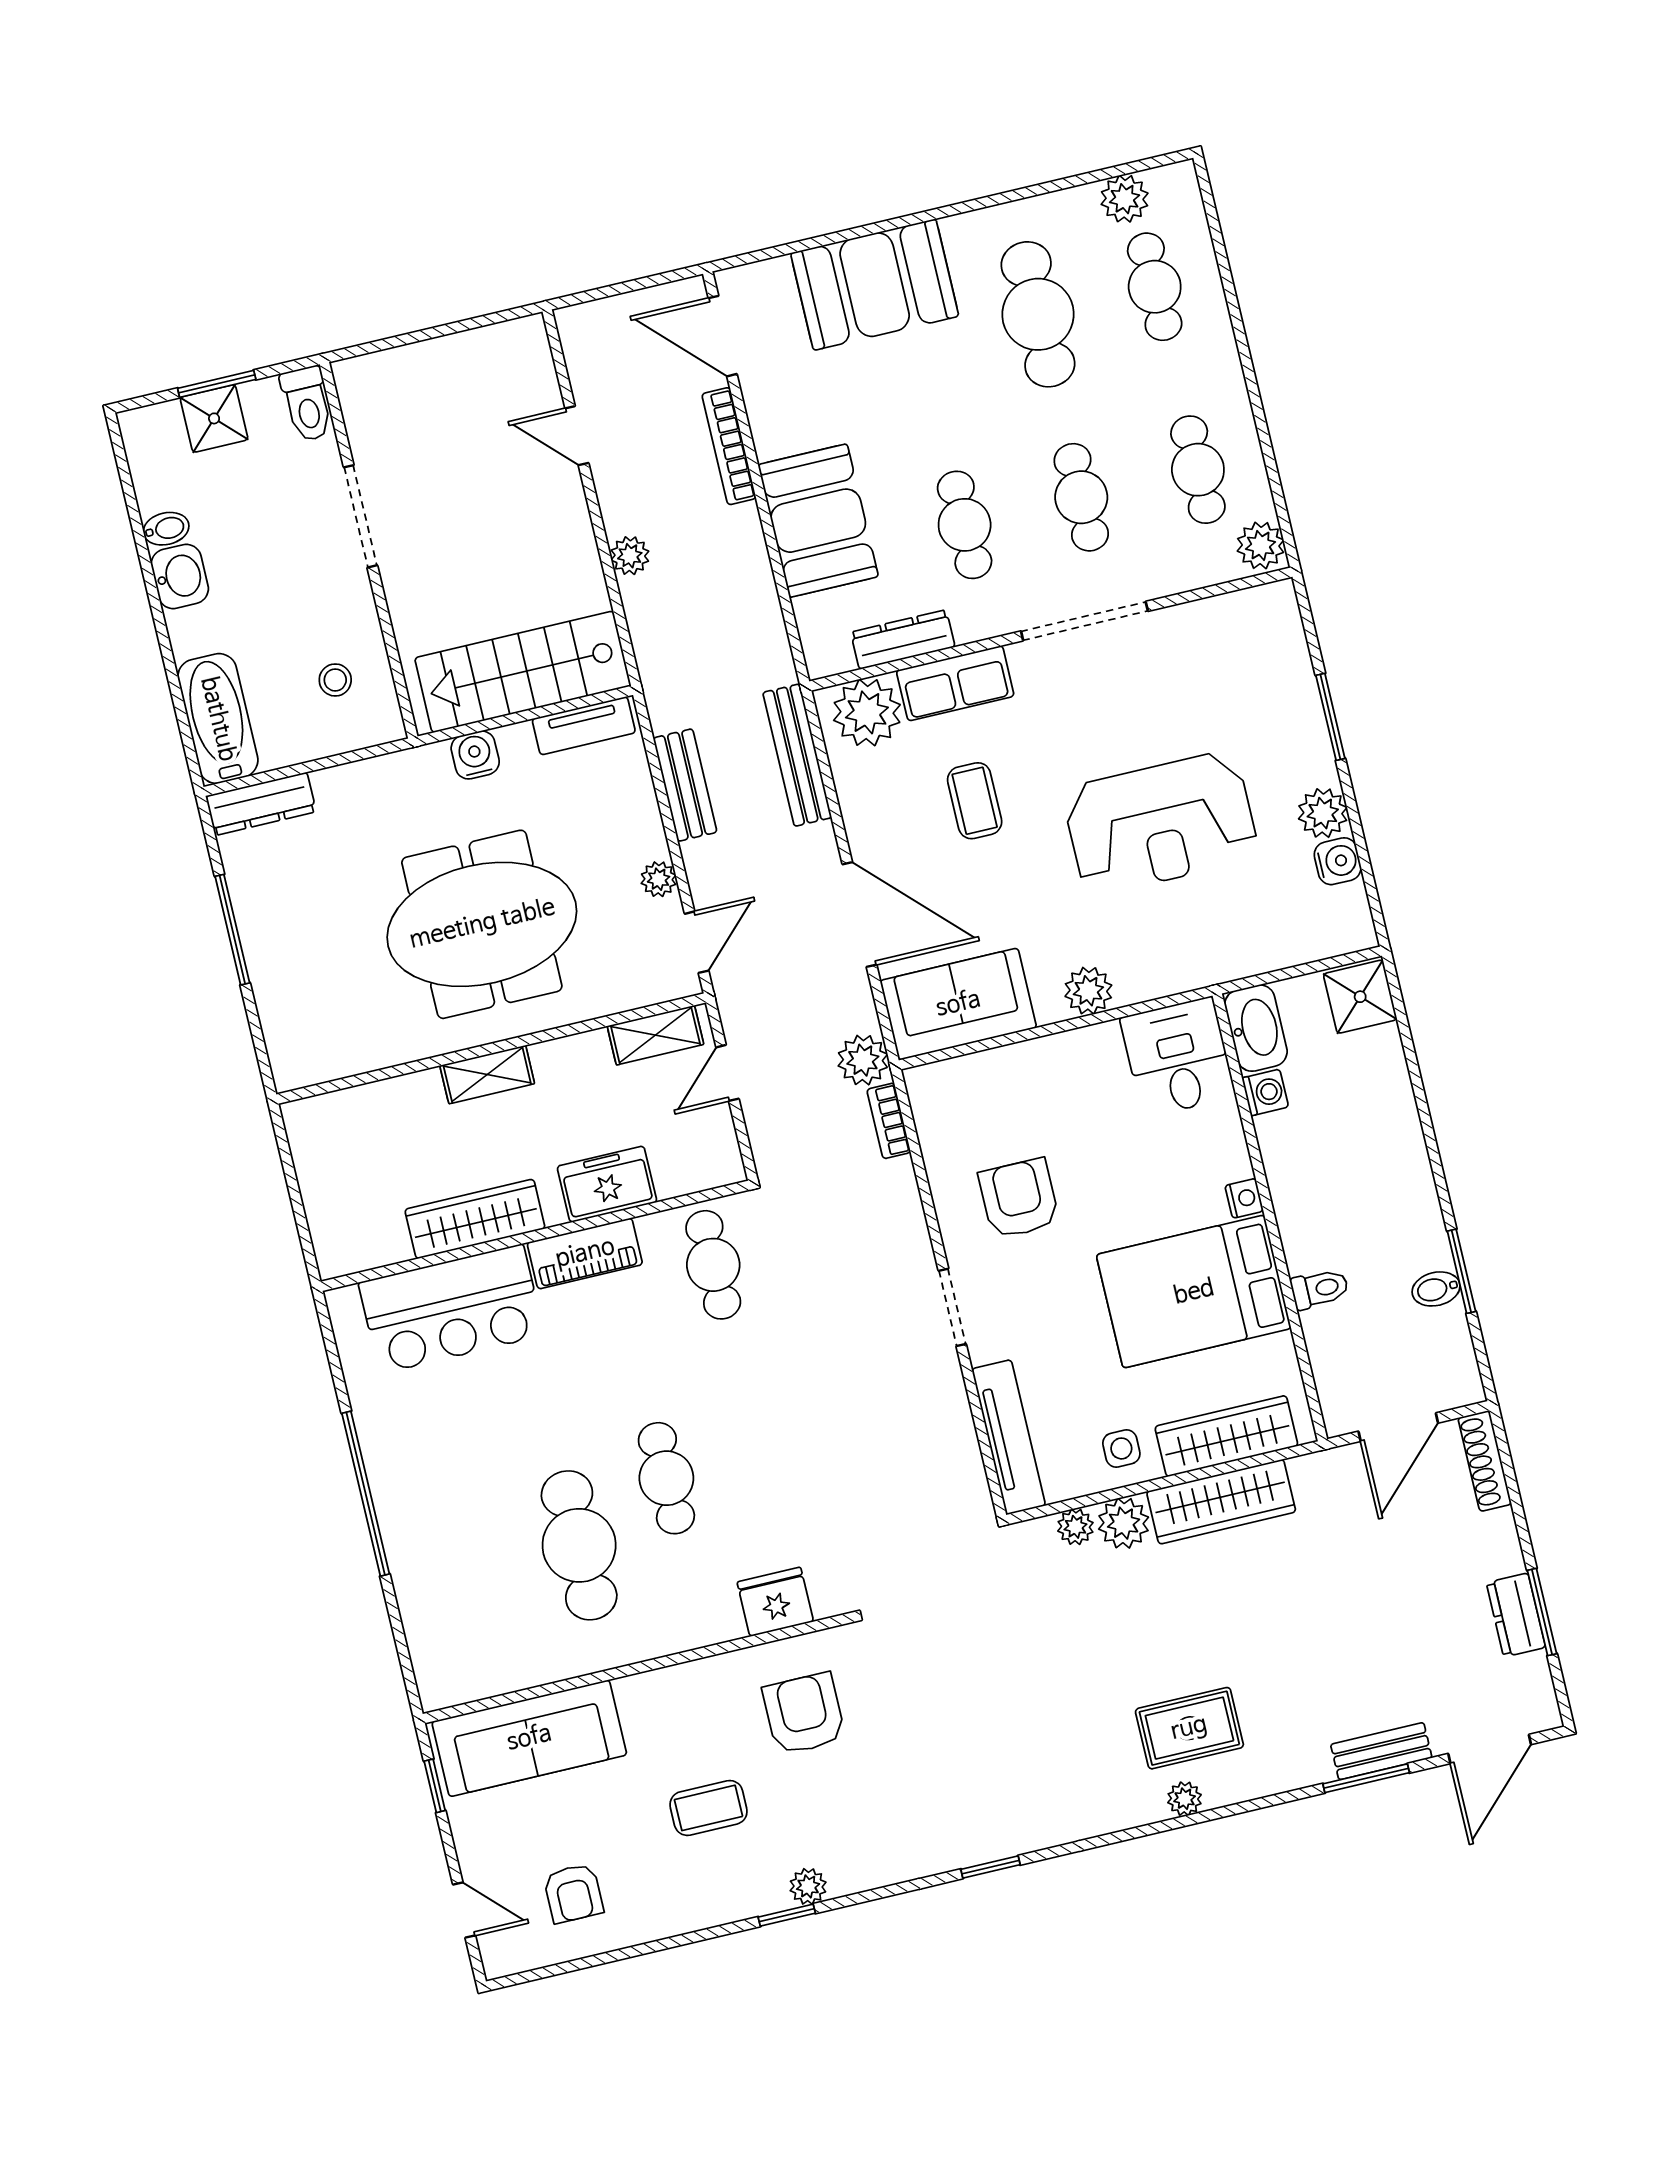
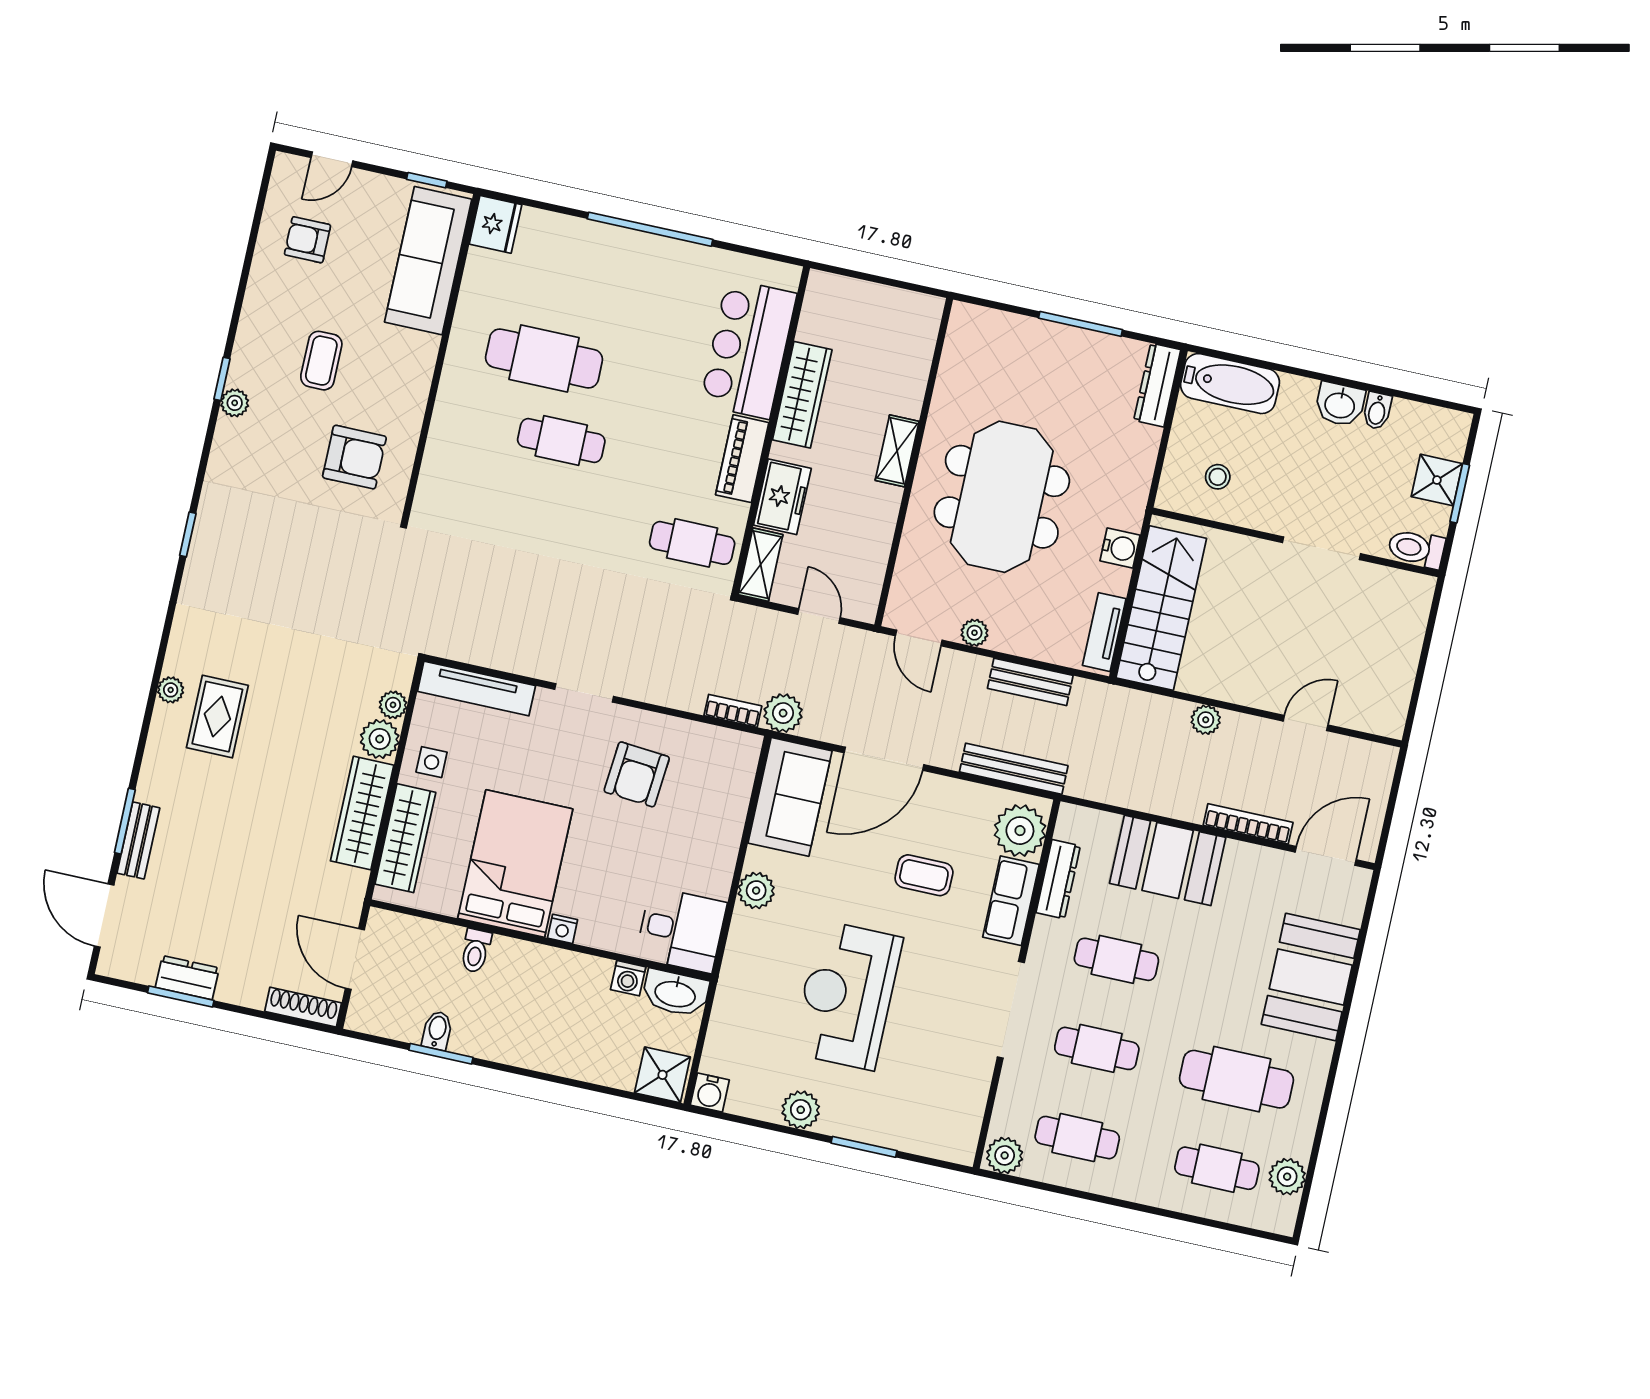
water cooler: (1338, 861) -> (710, 1092), moved
shelving: (655, 1035) -> (761, 565), moved
armchair: (1019, 1198) -> (637, 774), turned 95
fridge: (775, 1602) -> (496, 224), moved

